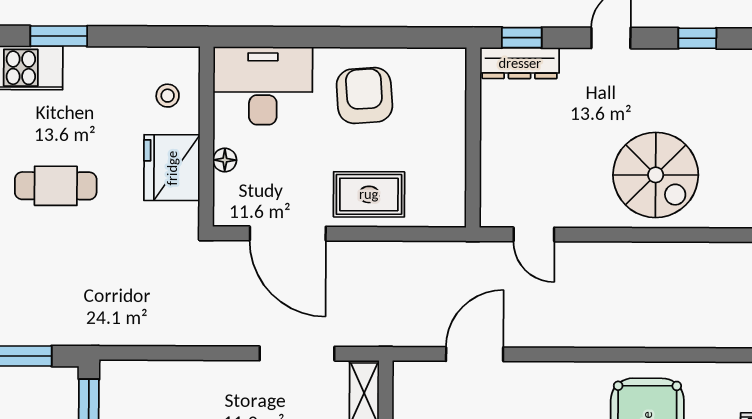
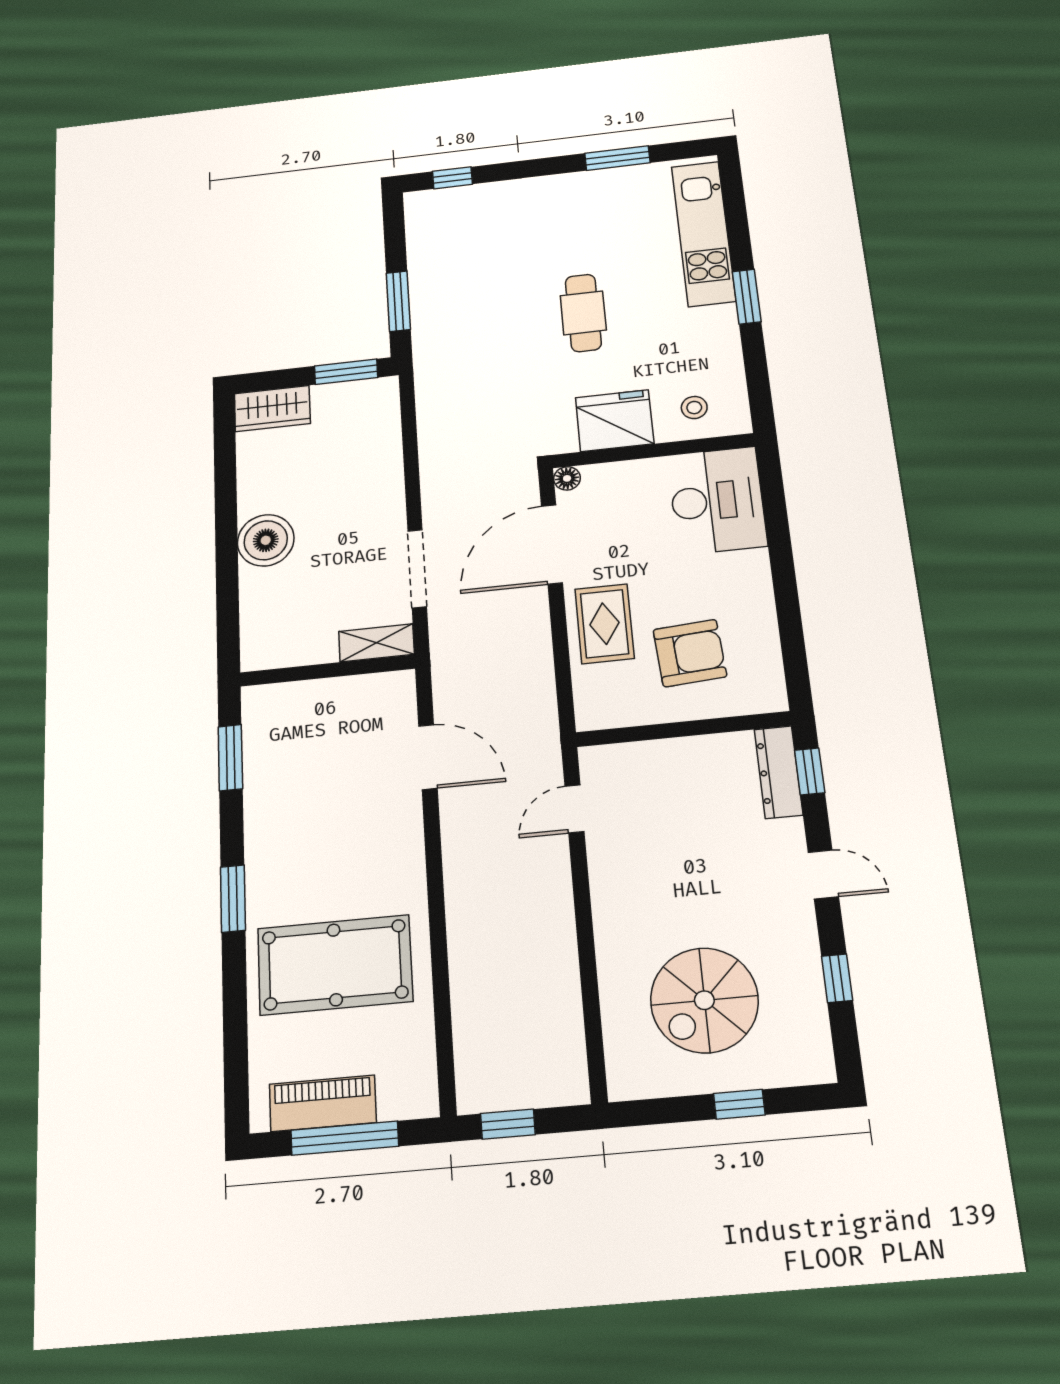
armchair: (364, 95) -> (690, 653), moved
floor lamp: (225, 160) -> (567, 478), moved
spiral stairs: (656, 175) -> (704, 1000), moved

